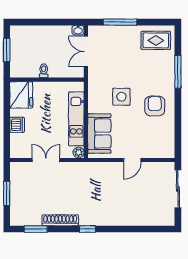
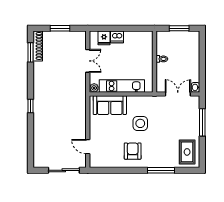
fridge: (21, 95) -> (104, 38), moved, width x0.53, depth x0.75
armchair: (155, 106) -> (133, 151), turned -90
door: (132, 160) -> (88, 147), moved
shoe rack: (60, 220) -> (38, 46), moved
window: (87, 229) -> (31, 106), moved

